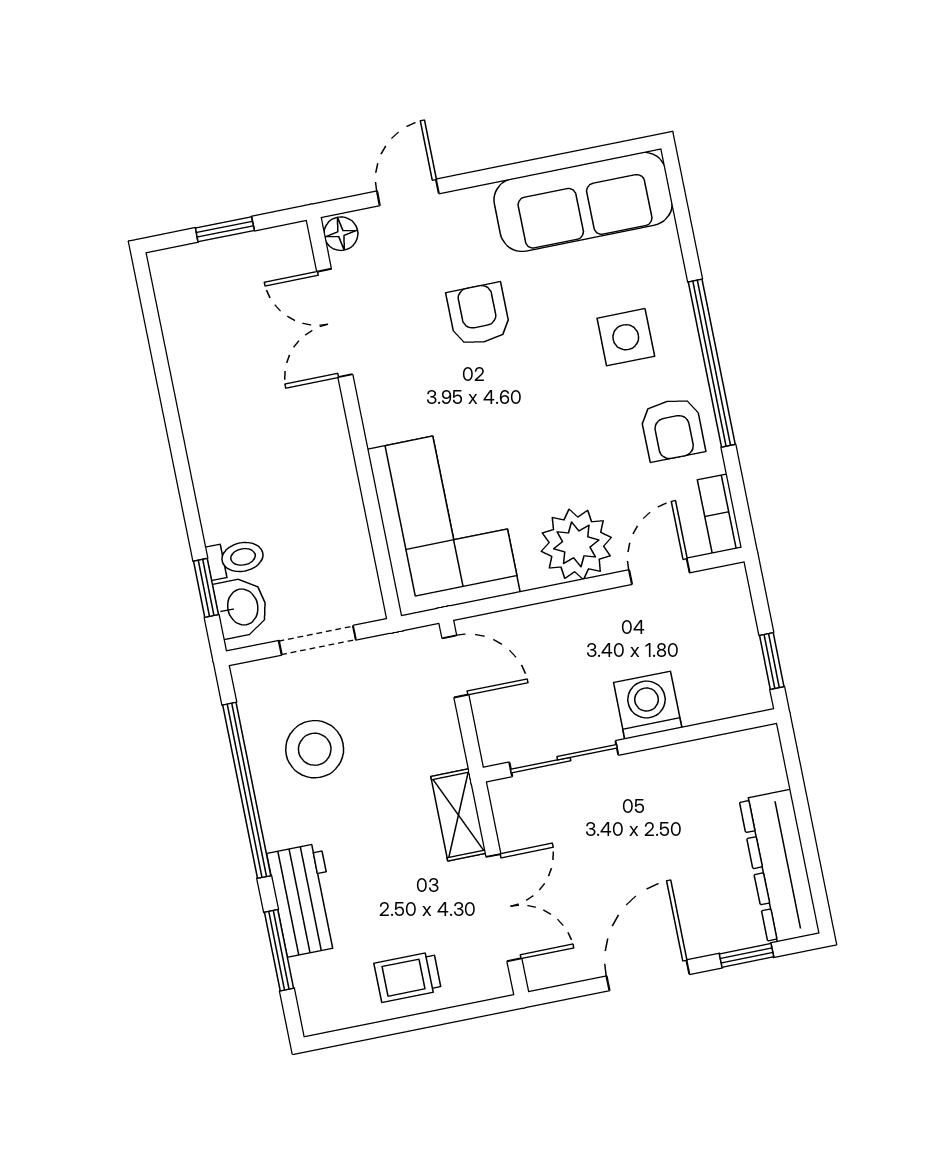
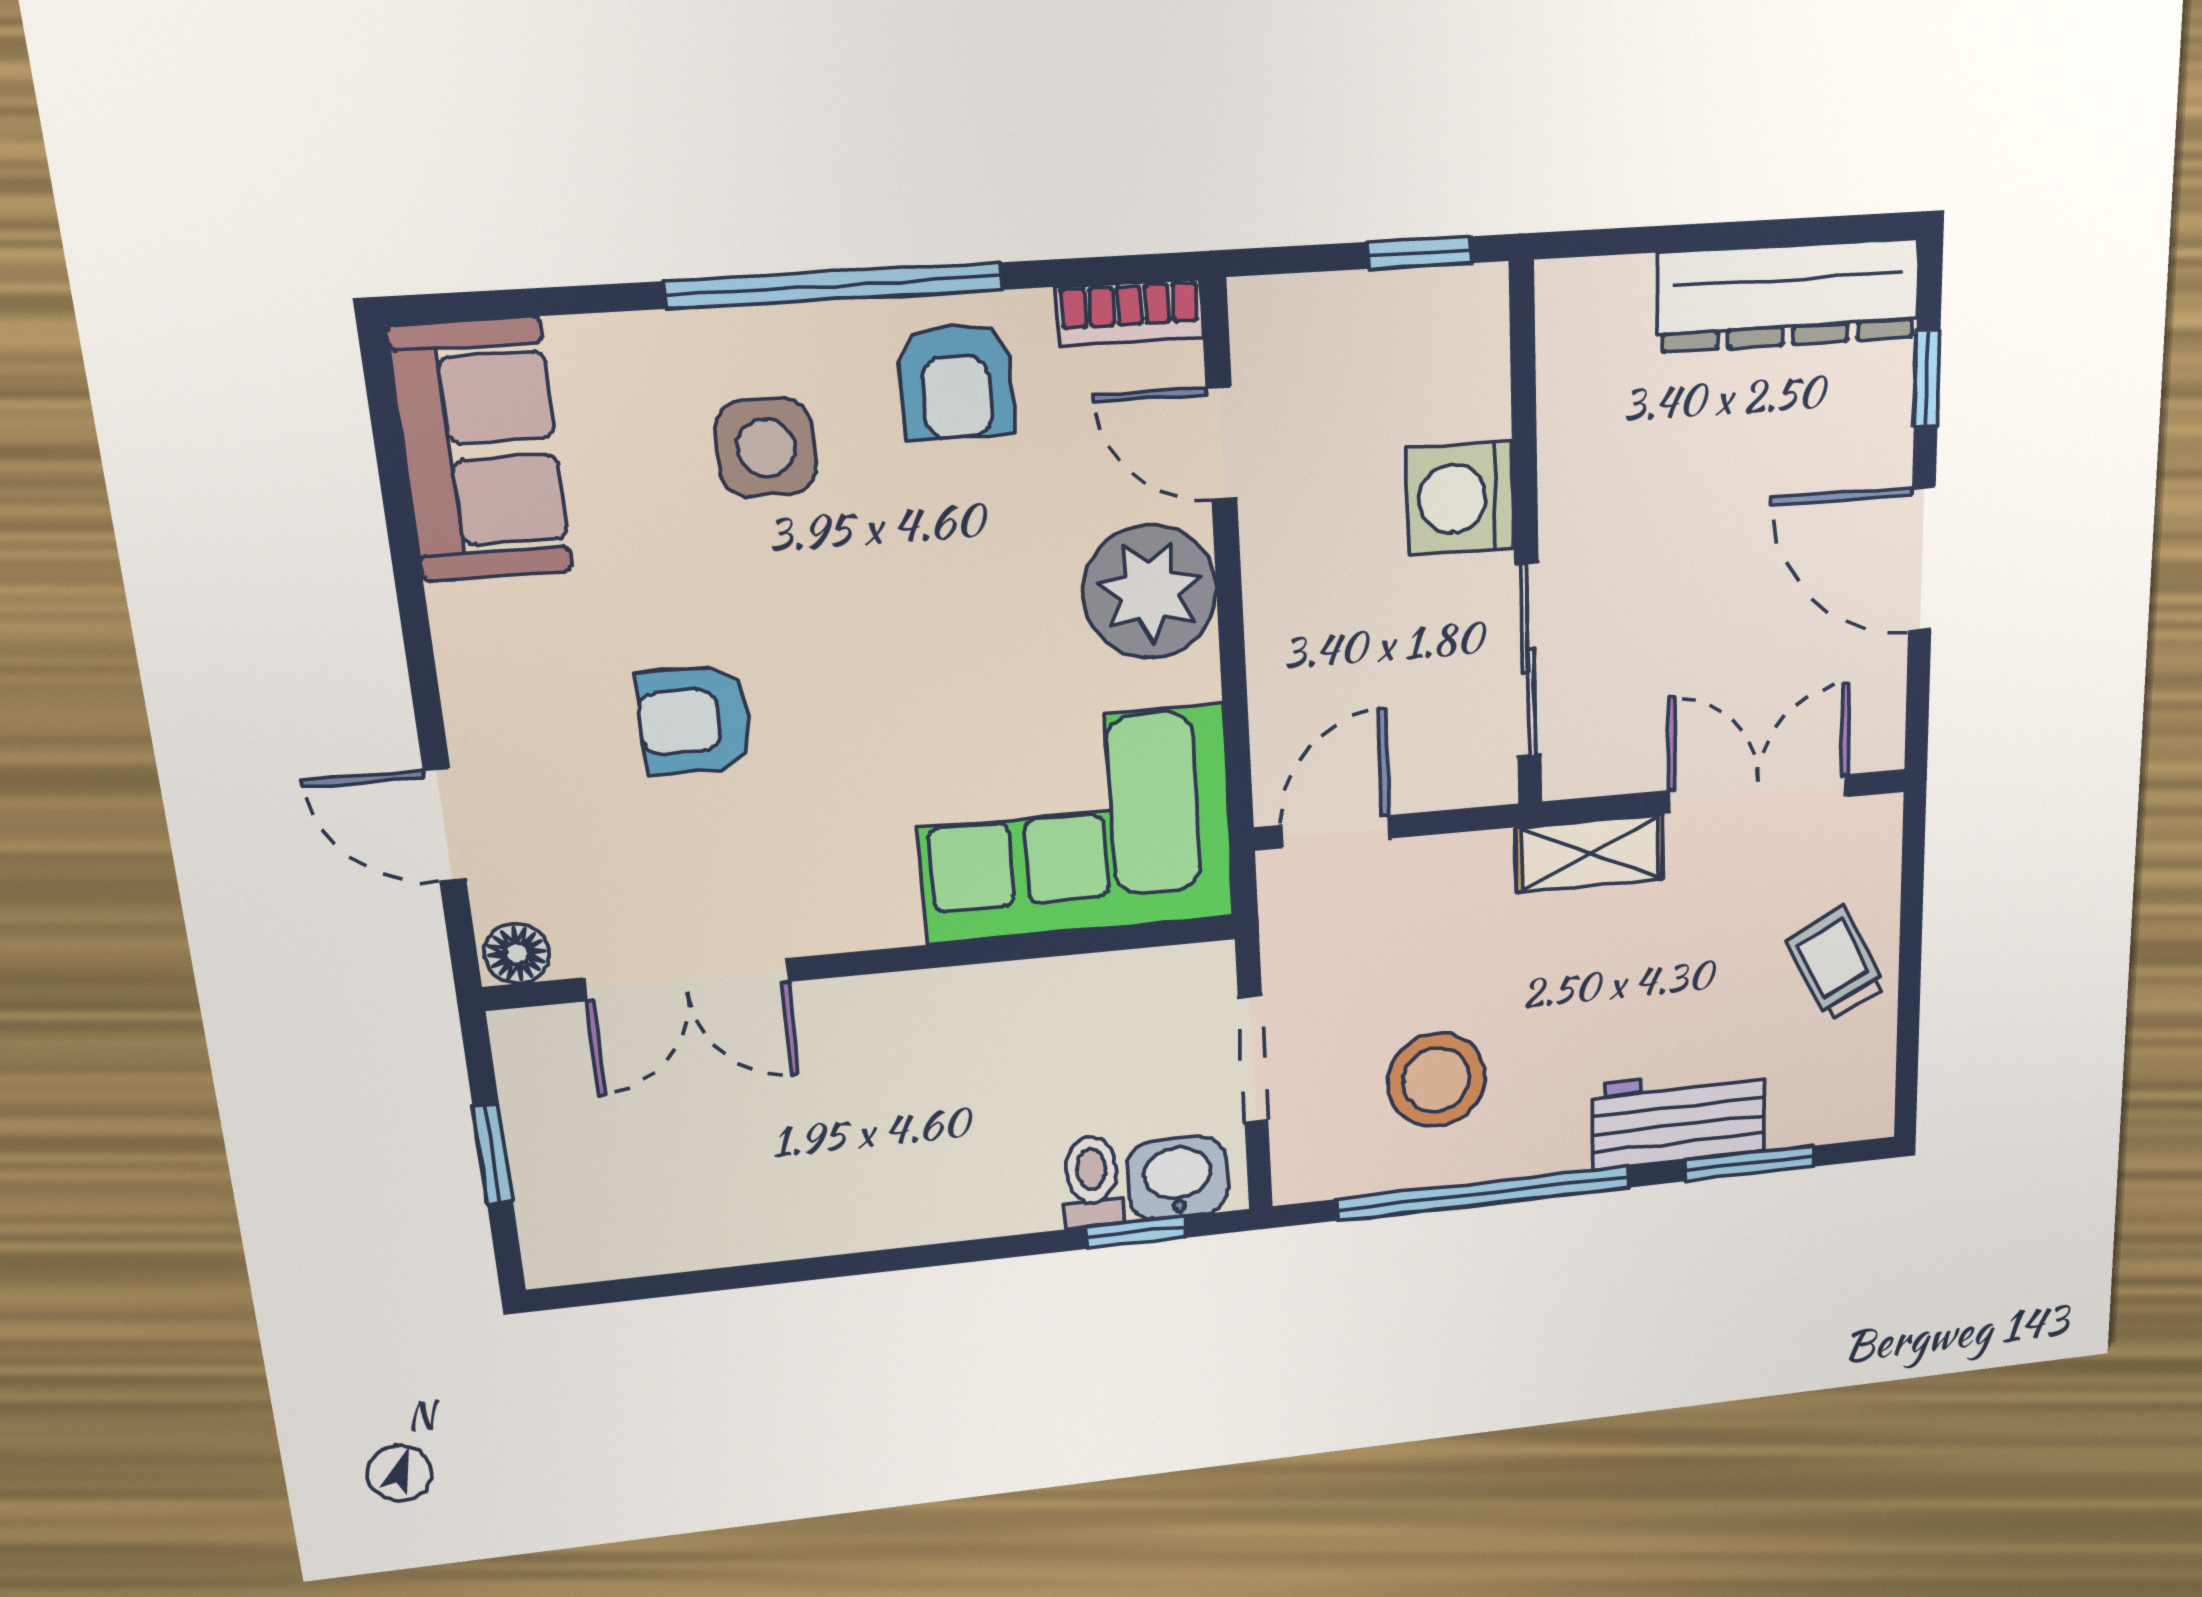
sofa: (583, 202) -> (481, 450), width x0.73
armchair: (673, 429) -> (956, 381), turned 90
trolley: (408, 977) -> (1836, 964), turned 153

